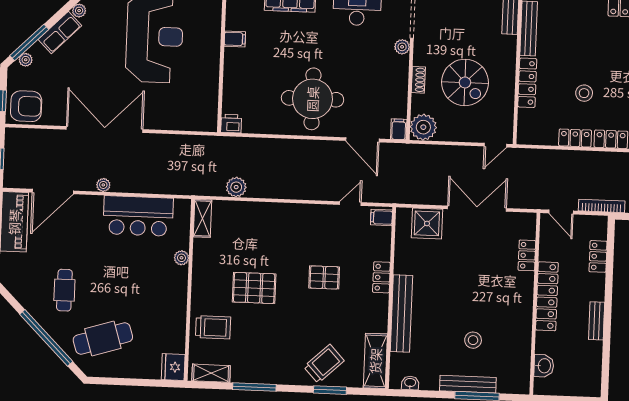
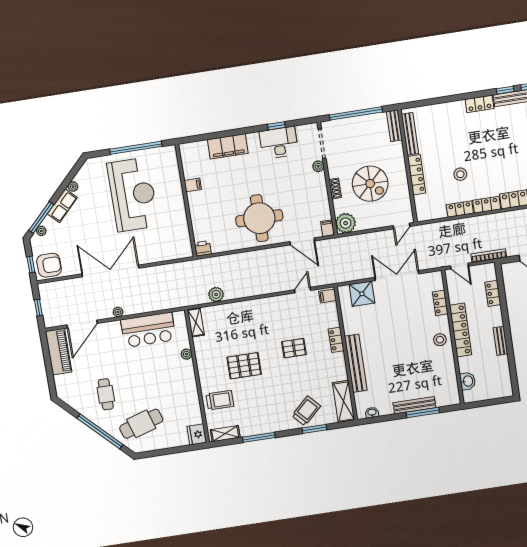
stool: (473, 340) -> (440, 340), moved

